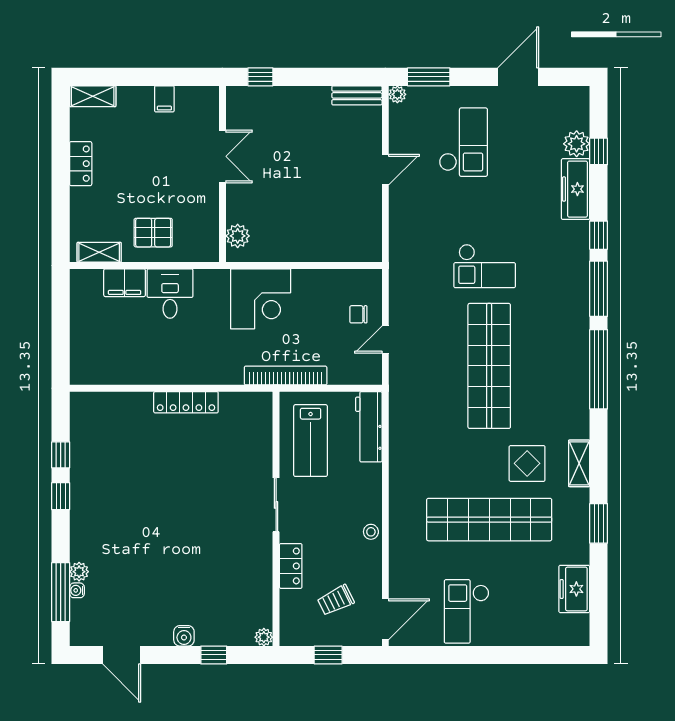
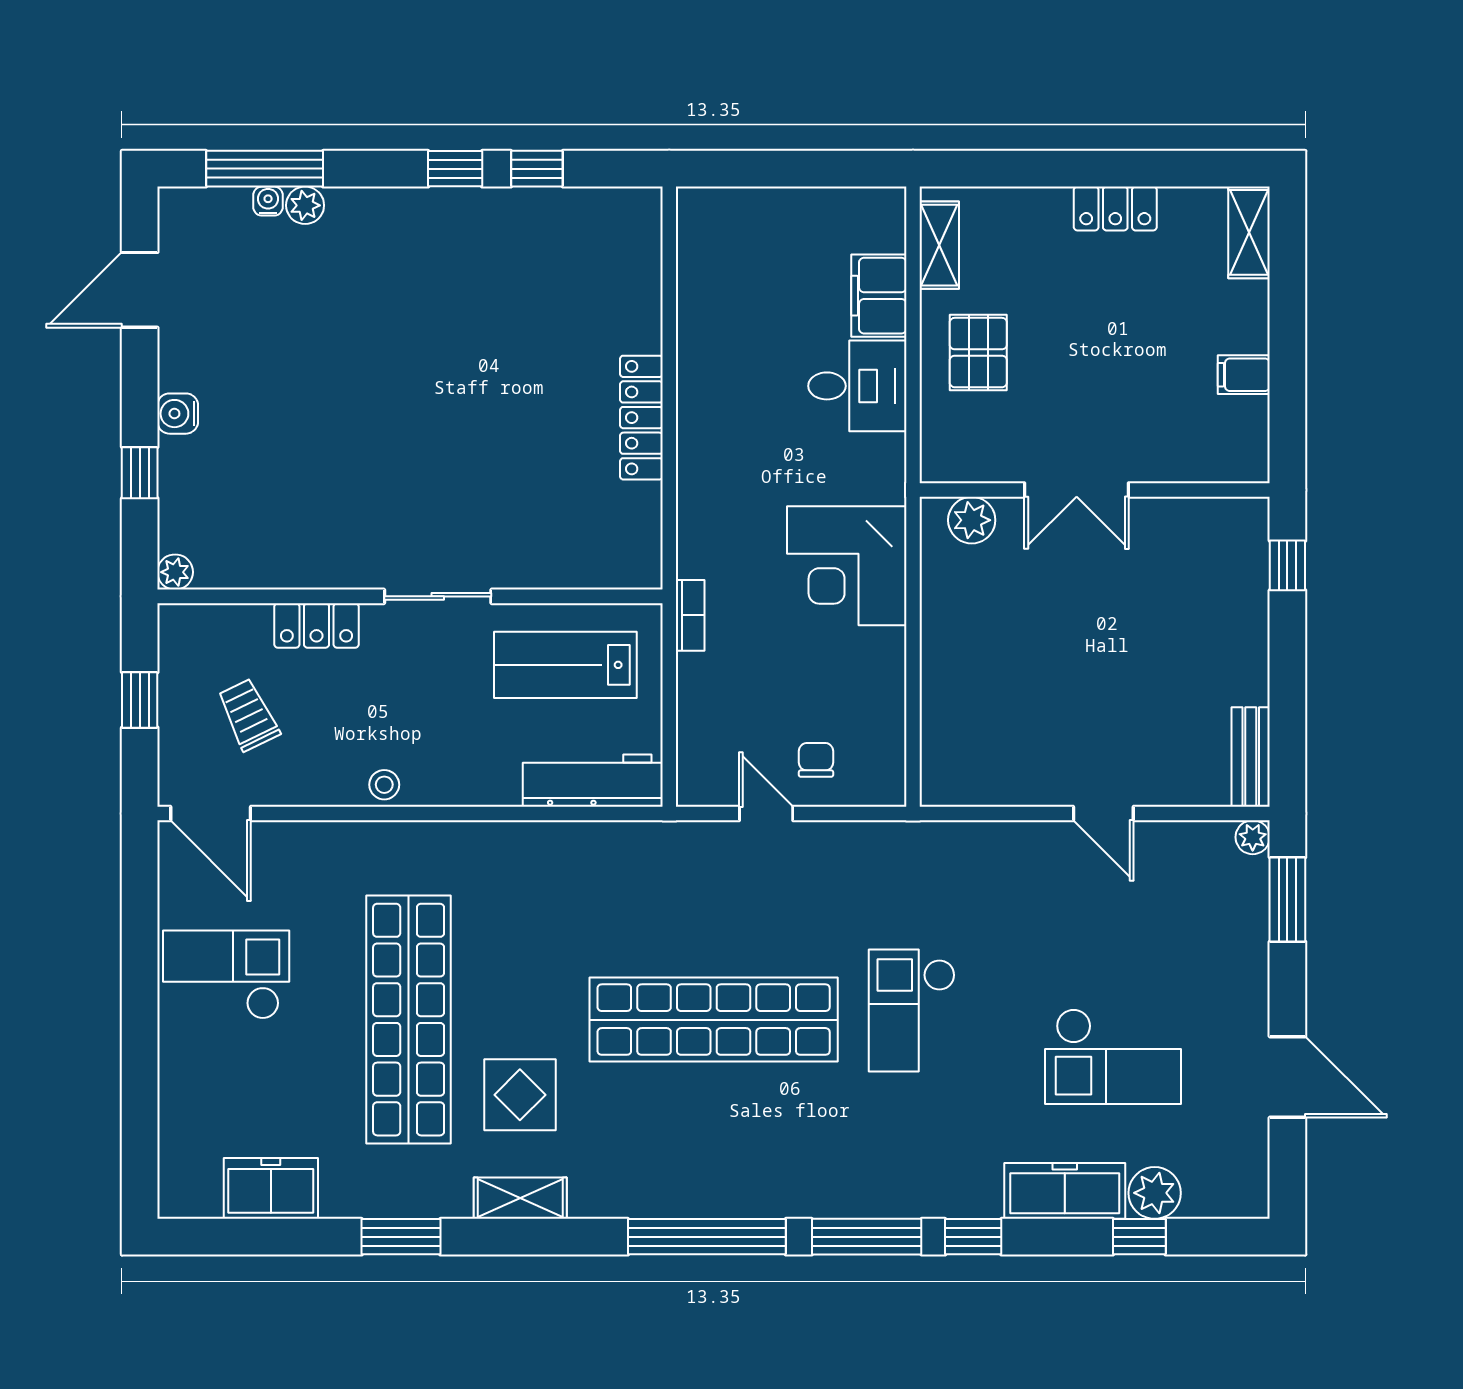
checkout: (463, 142) -> (1113, 1057), moved
double door: (222, 156) -> (1077, 490), moved
bookcase: (286, 376) -> (690, 615), width x0.43, depth x0.76

